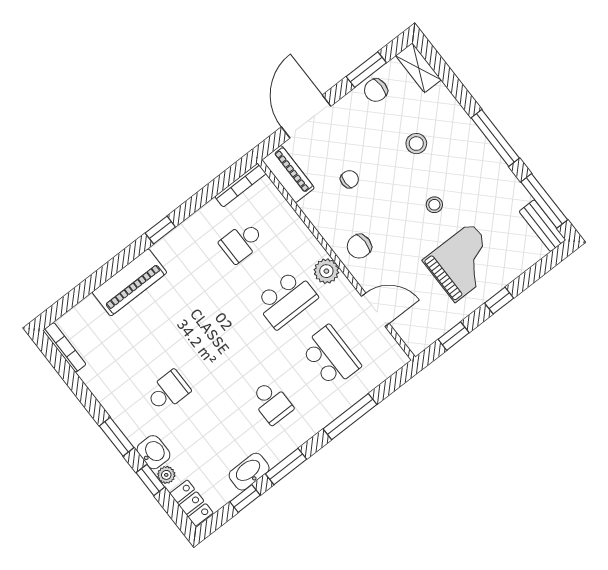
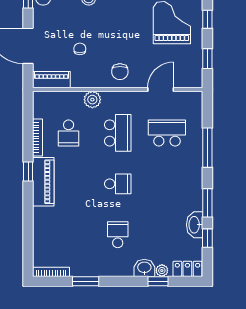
bookcase: (241, 185) -> (38, 138), moved
stool: (434, 205) -> (129, 14), removed
plant: (326, 271) -> (92, 100), moved
piano: (129, 282) -> (43, 182), moved
school desk: (272, 402) -> (118, 184), moved
window: (117, 437) -> (86, 281), moved

